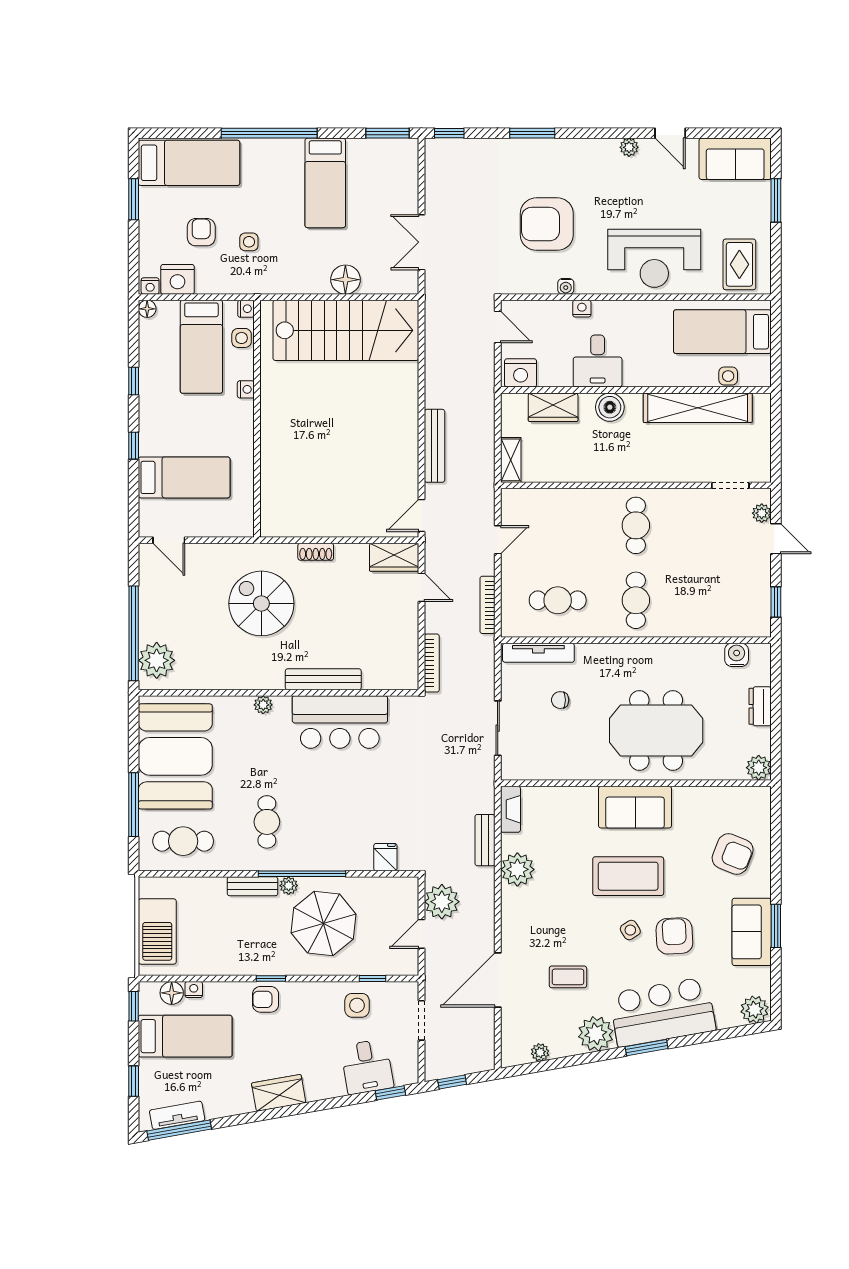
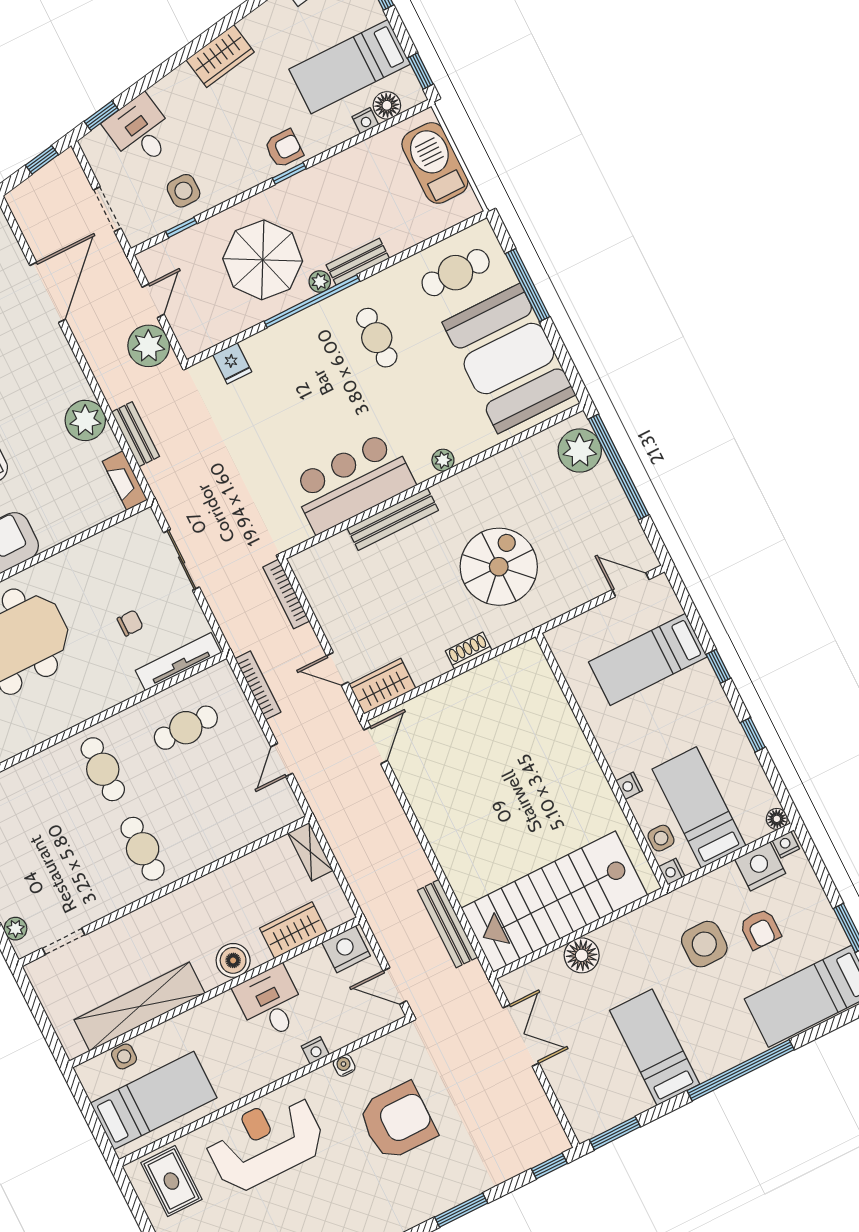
side table: (249, 242) -> (704, 944), width x1.87, depth x1.87
bench: (434, 446) -> (448, 924), moved
spiral stairs: (261, 603) -> (499, 567), turned -90

